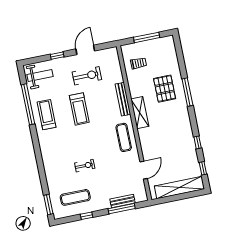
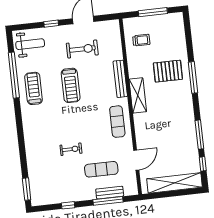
pallet: (165, 89) -> (168, 71), turned 90
window: (198, 142) -> (199, 135), width x2.17
exercise mat: (75, 197) -> (101, 169), moved

